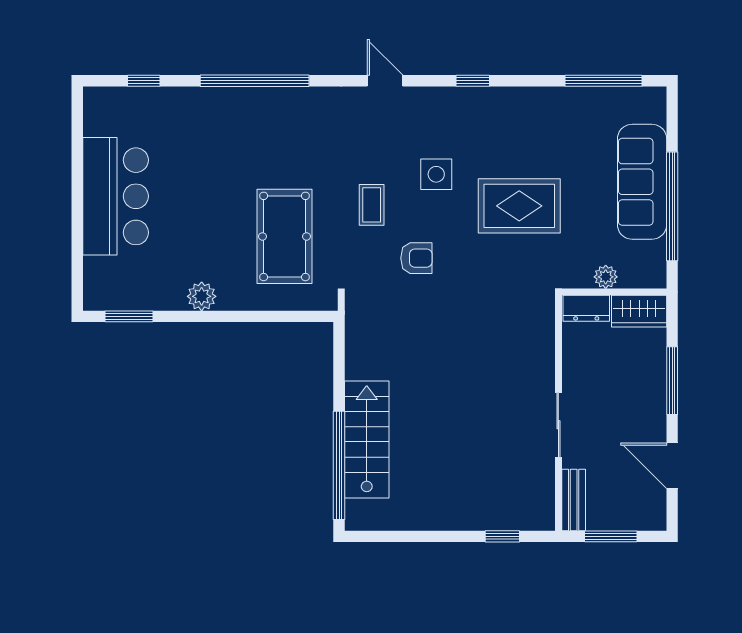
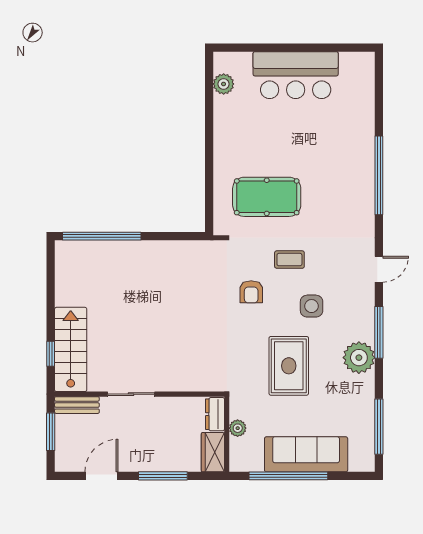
window: (144, 81) -> (379, 95), removed
window: (473, 81) -> (379, 332), width x2.17
plant: (508, 108) -> (359, 358), added
plant: (202, 296) -> (224, 84), moved
window: (129, 316) -> (209, 85), removed
stairs: (367, 440) -> (71, 349), moved, turned -90

